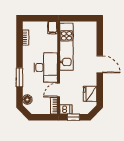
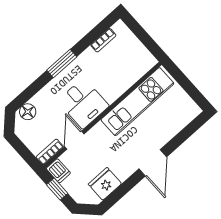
filing cabinet: (53, 28) -> (146, 63), removed
desk: (46, 67) -> (83, 103), width x0.73
window: (19, 77) -> (62, 63), moved
door: (59, 90) -> (74, 140), hinge flipped

